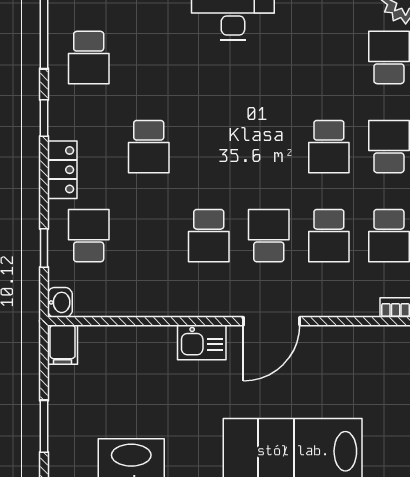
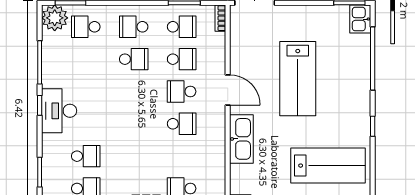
school desk: (149, 147) -> (86, 156), moved
kitchen sink: (202, 342) -> (241, 139), width x1.88, depth x1.24

